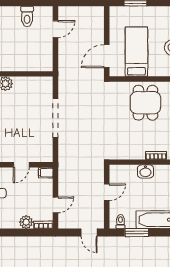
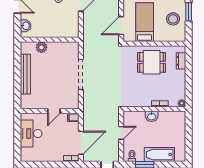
dining table: (145, 103) -> (152, 62), turned 90
door: (56, 205) -> (81, 143), width x1.87
plant: (26, 222) -> (58, 156), removed

